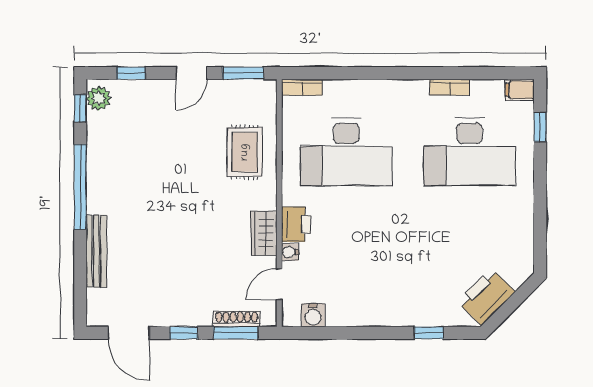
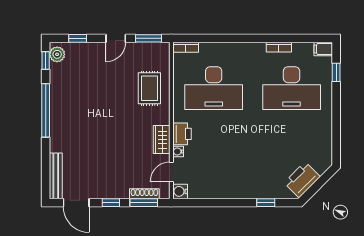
bench: (96, 251) -> (56, 176), moved
water cooler: (313, 315) -> (180, 191), moved, turned 90

